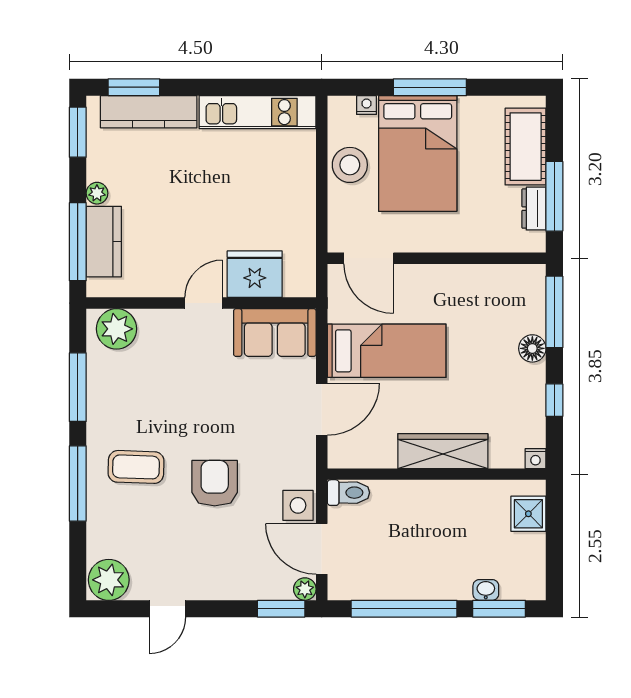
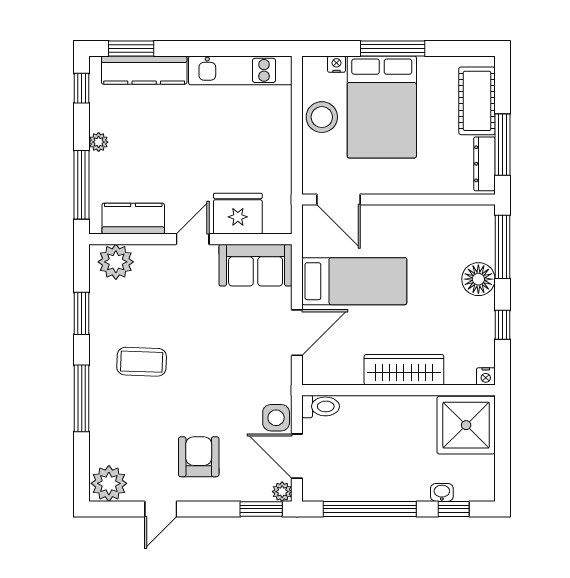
window: (78, 132) -> (82, 88), width x0.67
dresser: (534, 209) -> (484, 164), width x1.44
kitchen counter: (104, 242) -> (133, 219), moved, turned -90
floor lamp: (532, 348) -> (478, 279), width x1.38, depth x1.38
window: (78, 387) -> (82, 313), width x0.69
coffee table: (136, 467) -> (142, 362), moved
armchair: (215, 483) -> (199, 457), moved
shower: (528, 514) -> (466, 425), width x1.86, depth x1.86
window: (499, 609) -> (454, 509), width x0.67

